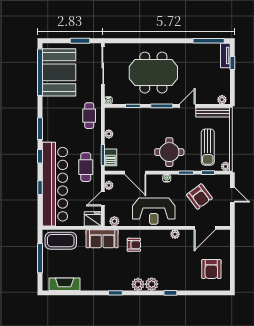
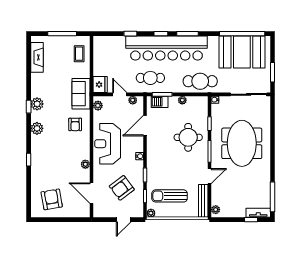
door: (187, 106) -> (210, 176), hinge flipped
cafe table: (89, 116) -> (200, 81), width x1.37, depth x1.35
round table: (169, 152) -> (188, 137), moved
bar counter: (55, 184) -> (166, 48), moved
coffee table: (61, 241) -> (79, 54), width x0.54, depth x0.58
armchair: (211, 269) -> (52, 199), turned 80
plant: (152, 284) -> (37, 104), moved

